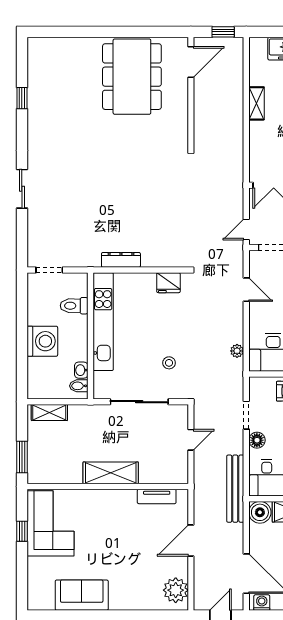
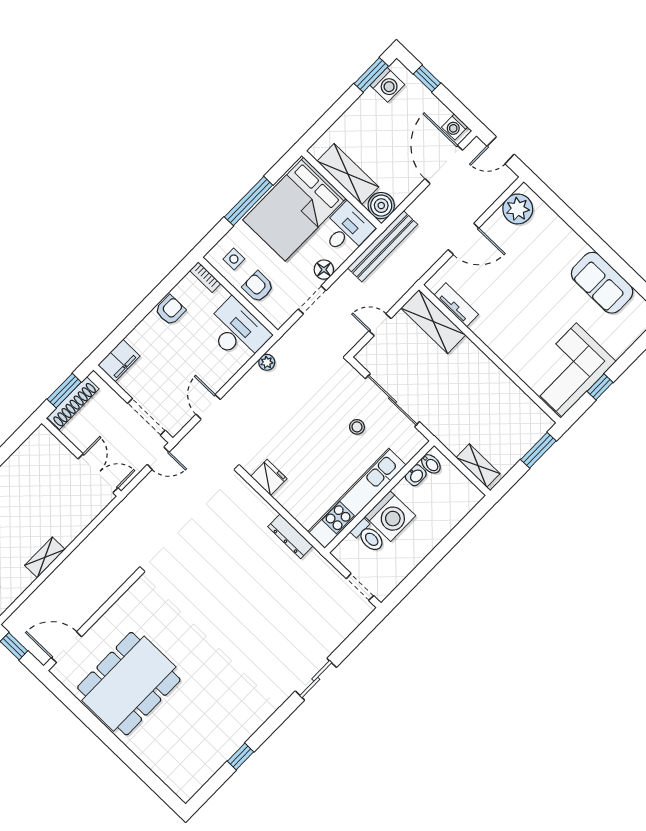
washing machine: (42, 341) -> (390, 516), moved, turned 180
stool: (169, 363) -> (357, 427), moved
shelving: (111, 473) -> (433, 321), moved

